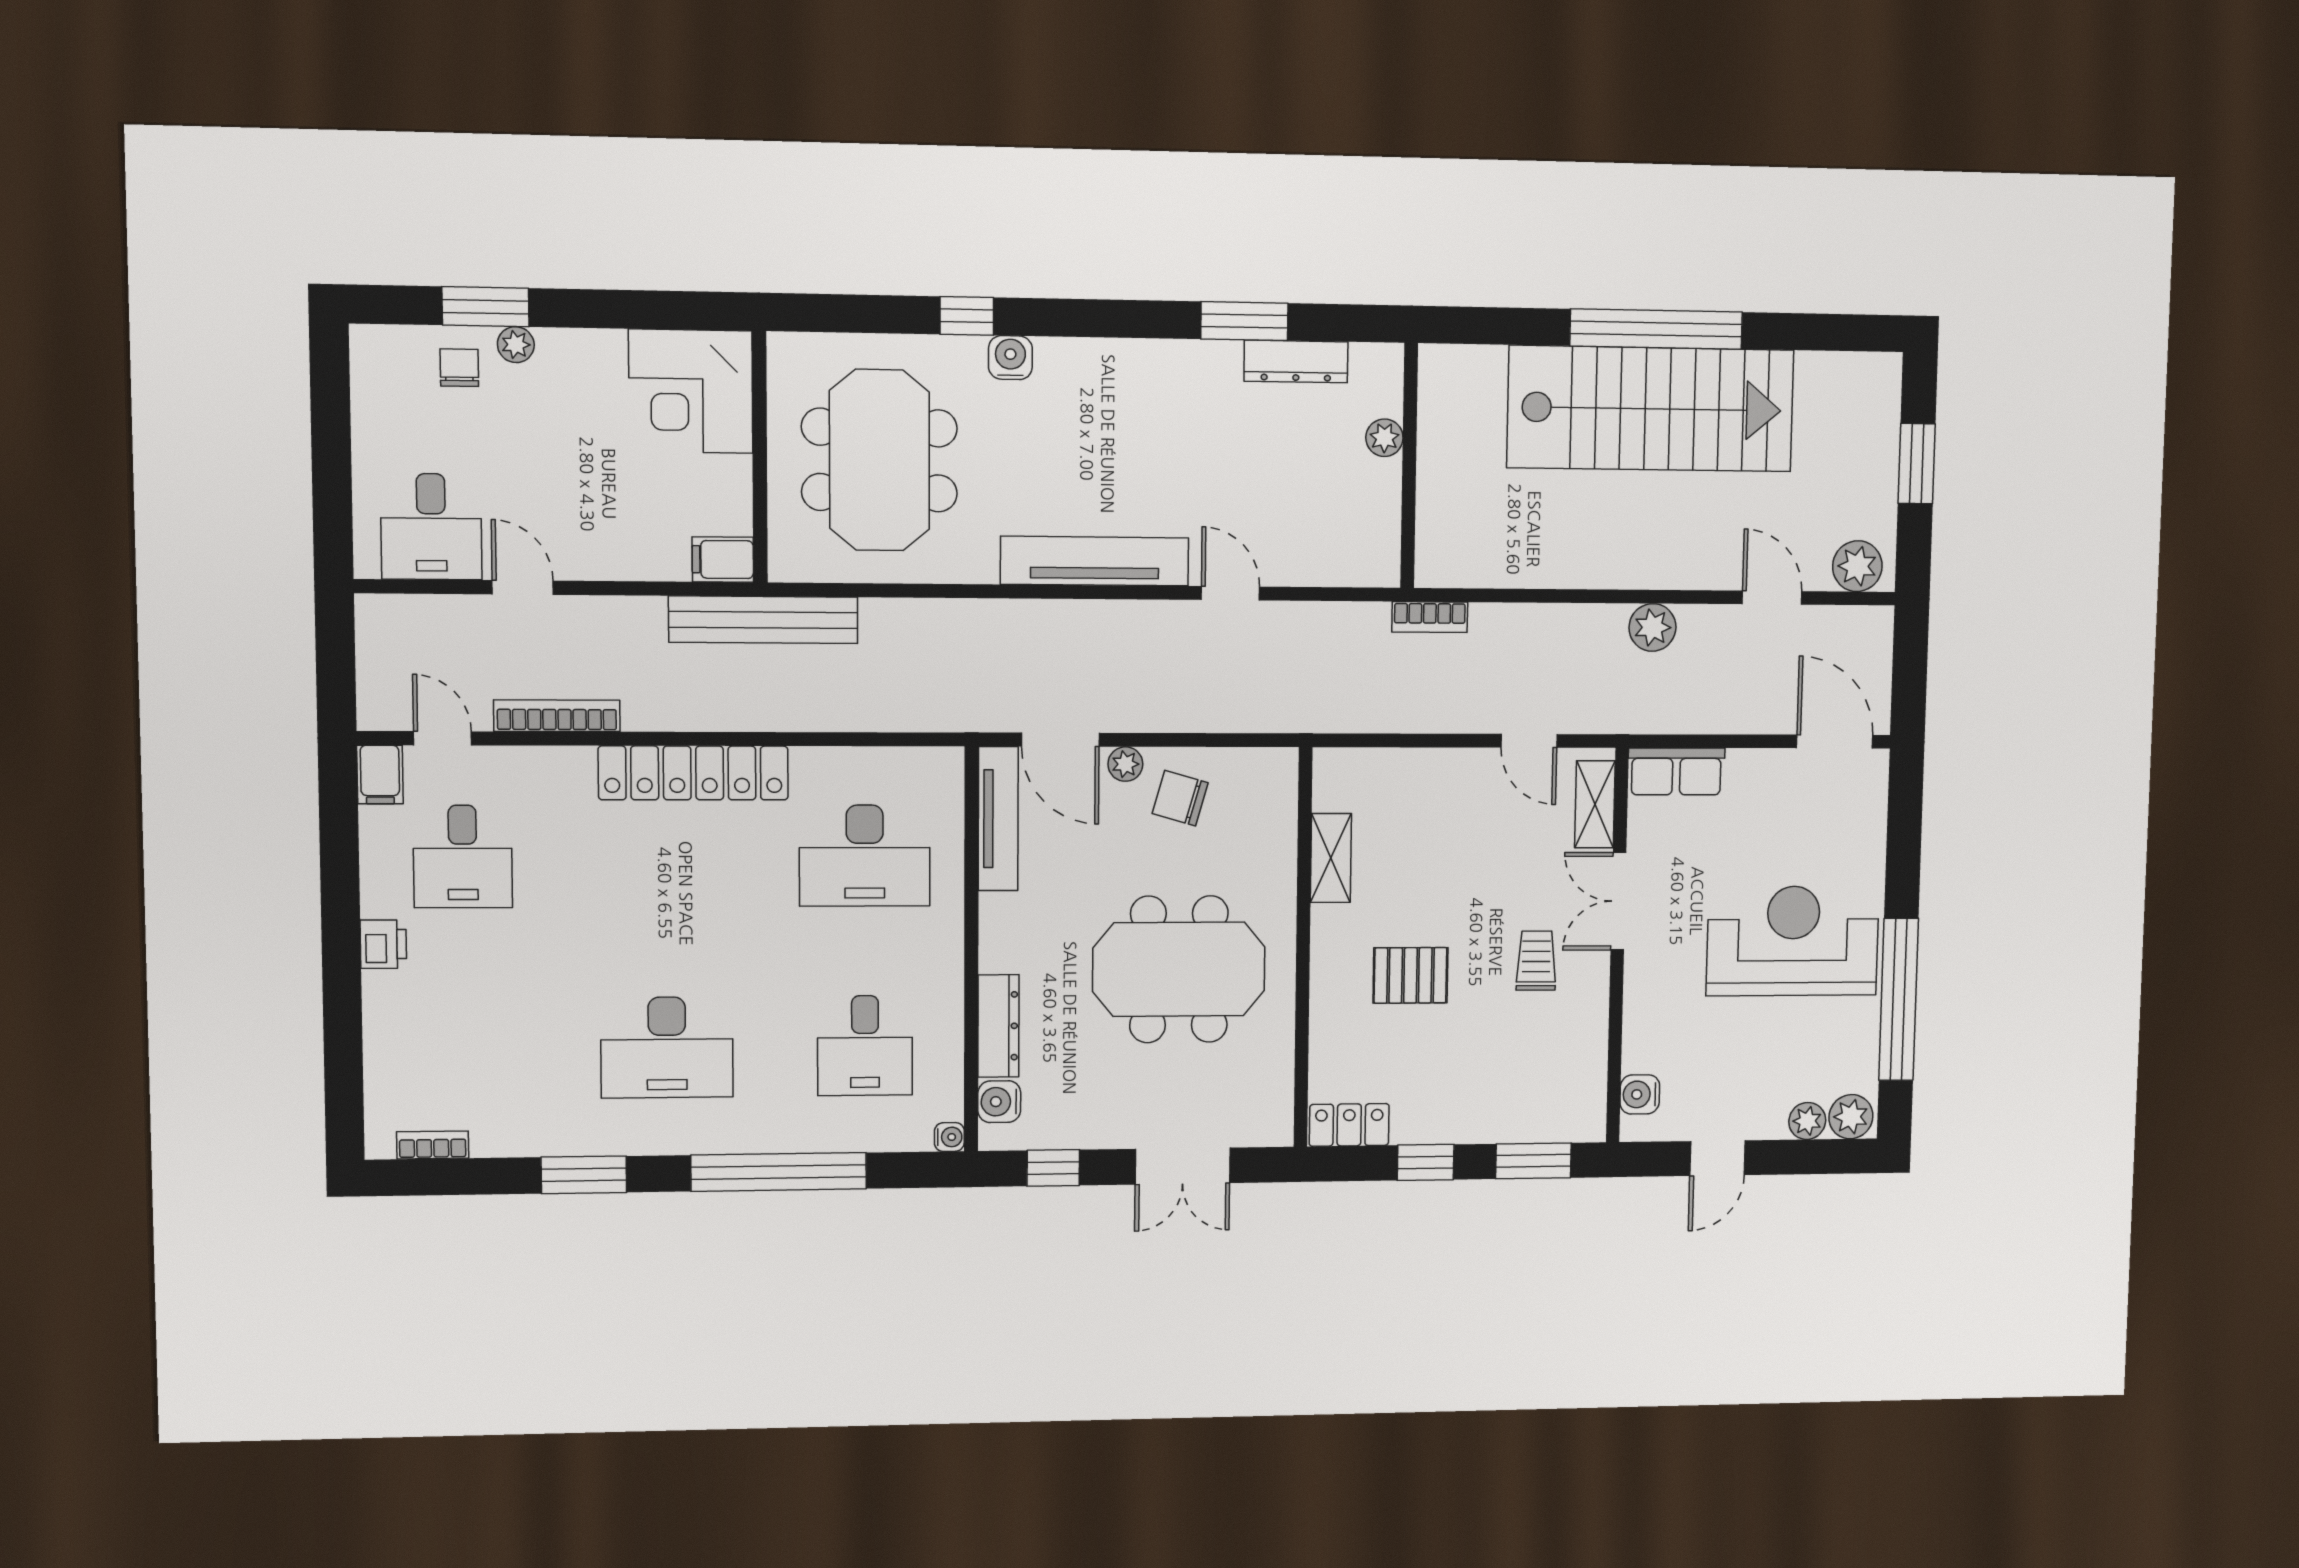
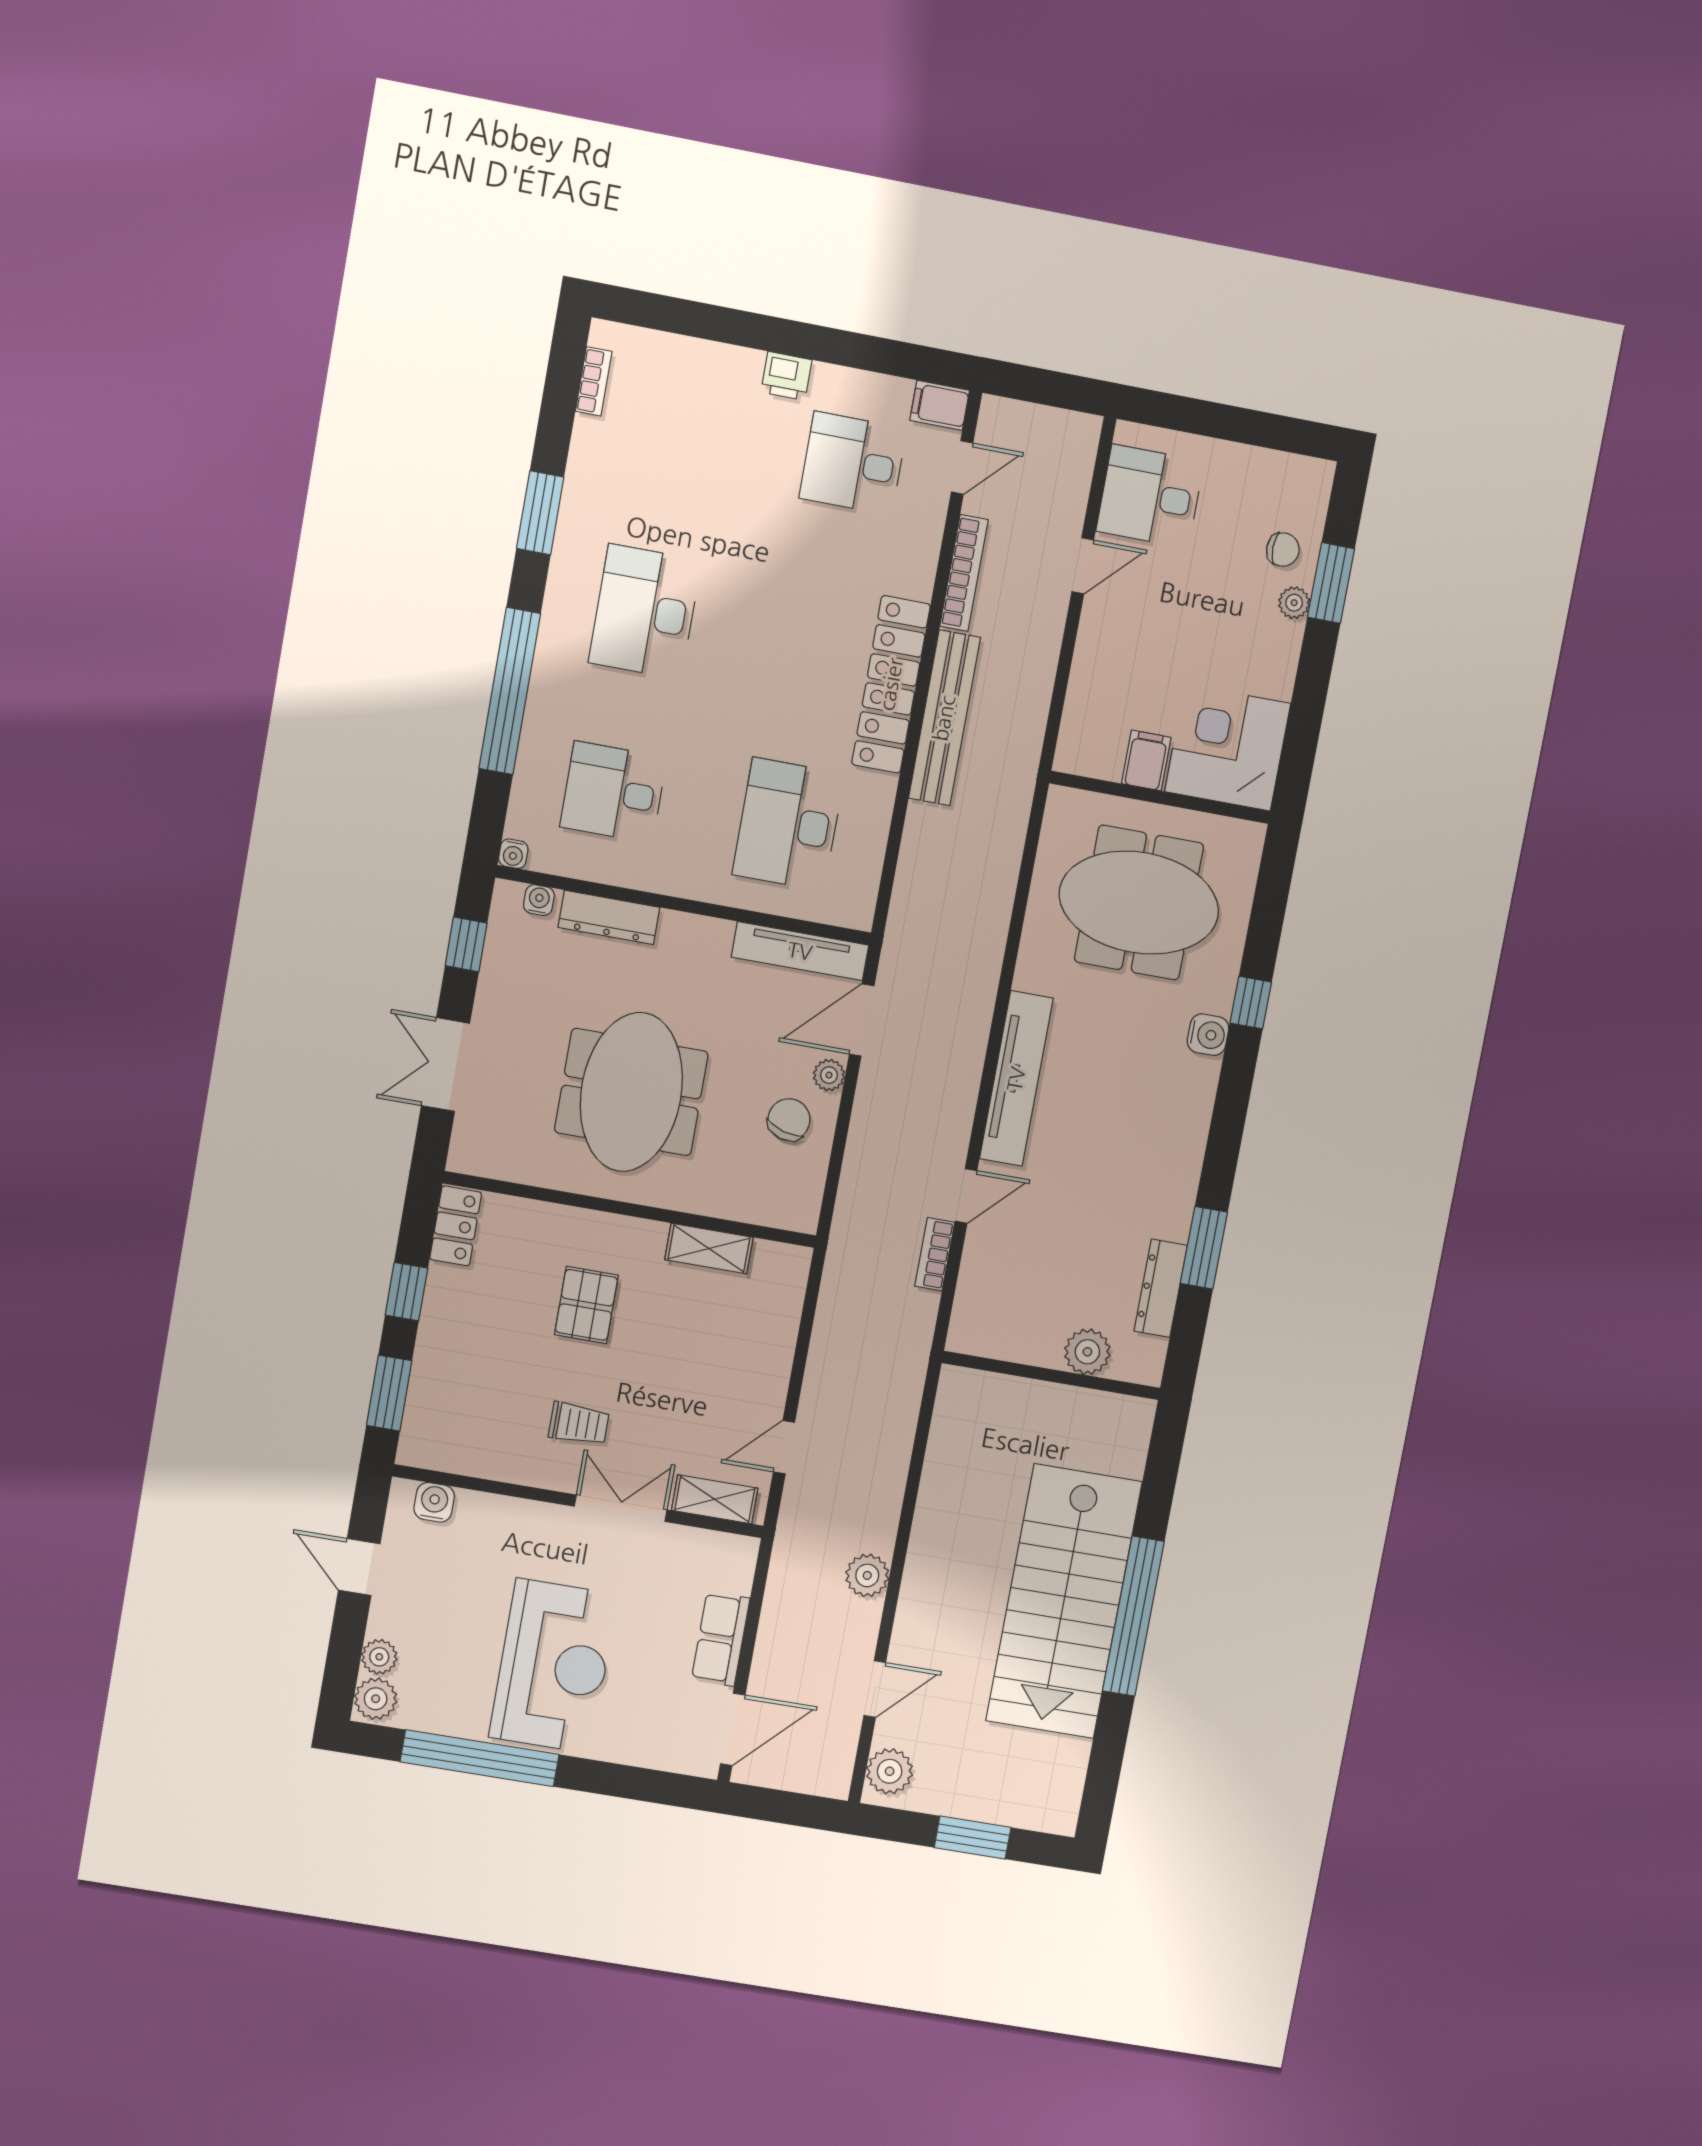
plant: (1384, 438) -> (1087, 1352), width x1.38, depth x1.38
filing cabinet: (723, 559) -> (1146, 760), moved
bookcase: (1430, 617) -> (935, 1254), moved
bench: (763, 620) -> (944, 718), moved
row of seats: (1676, 771) -> (721, 1639), moved
water cooler: (999, 1102) -> (539, 900), width x0.72, depth x0.72

